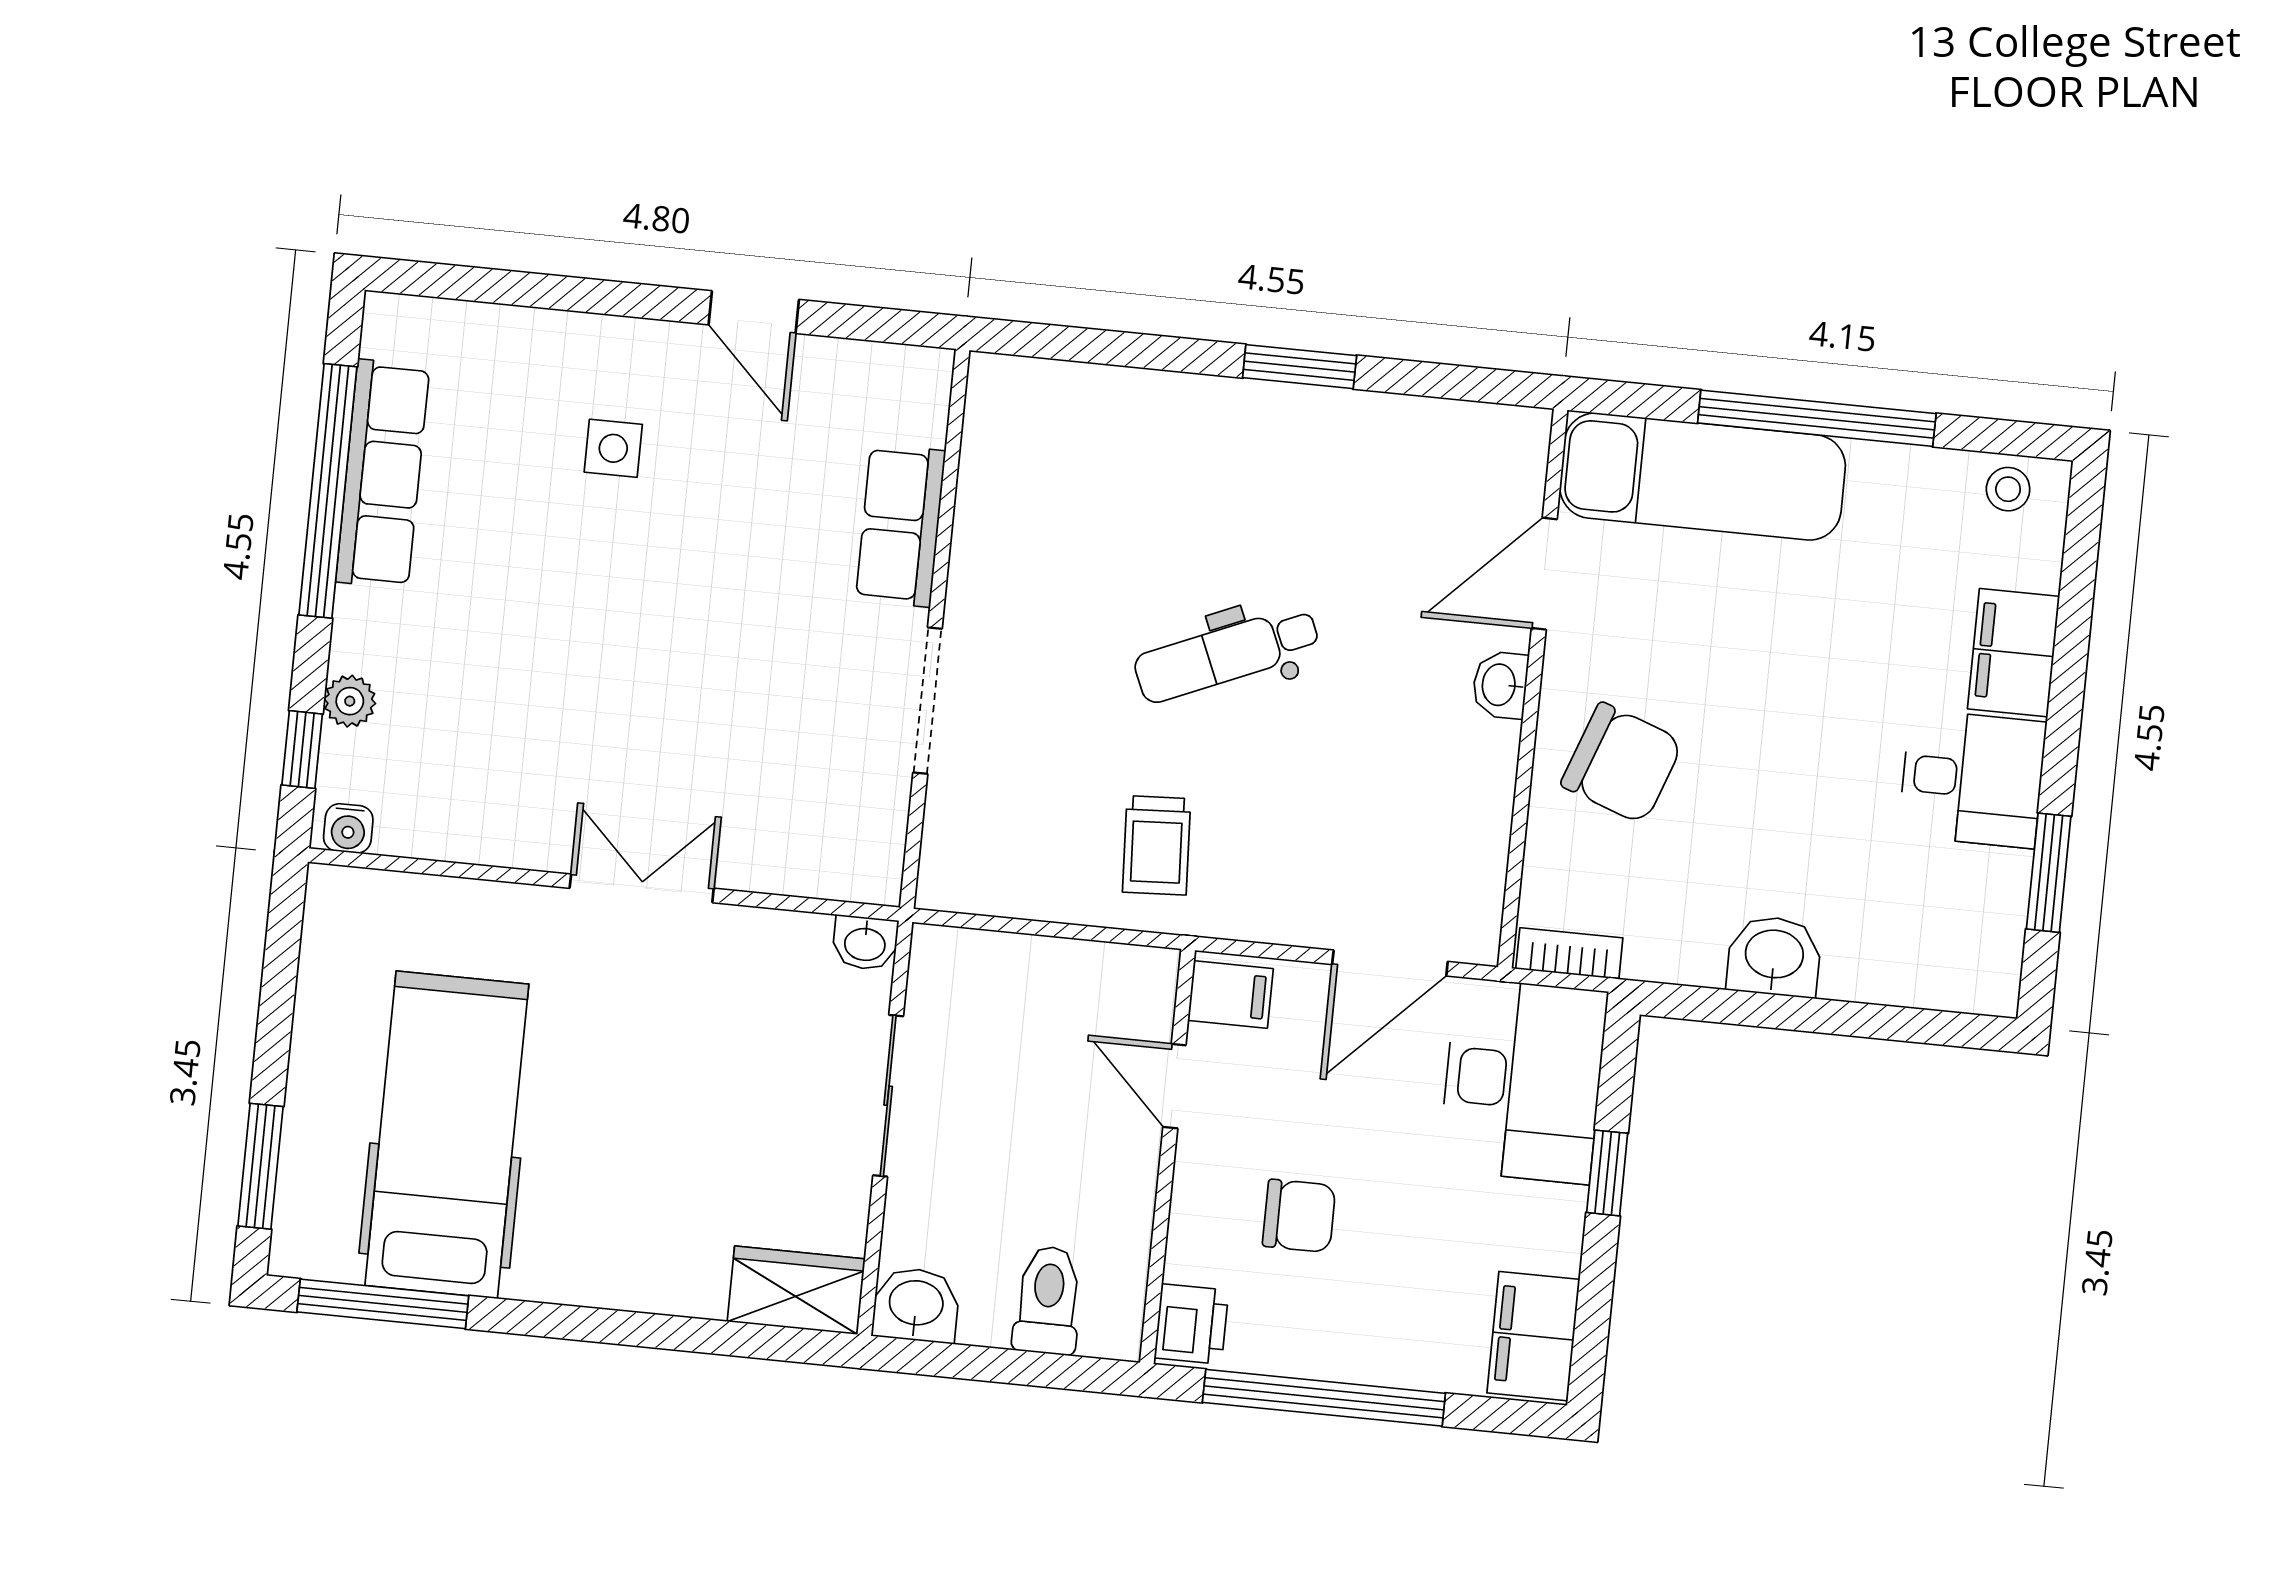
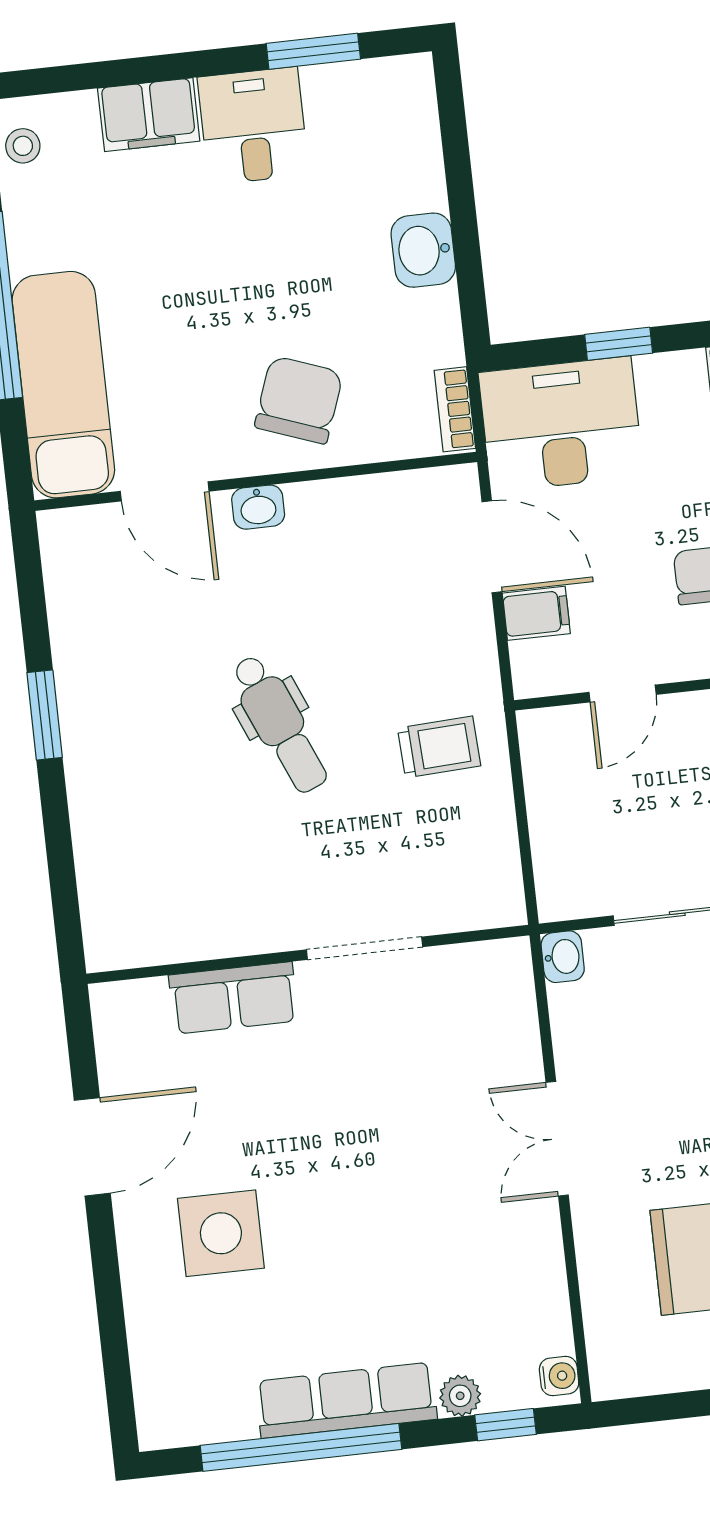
door: (754, 312) -> (92, 1147), width x1.38
side table: (613, 448) -> (221, 1233), width x1.87, depth x1.87
row of seats: (383, 474) -> (346, 1400), moved
filing cabinet: (1230, 995) -> (536, 613), moved, turned 90

